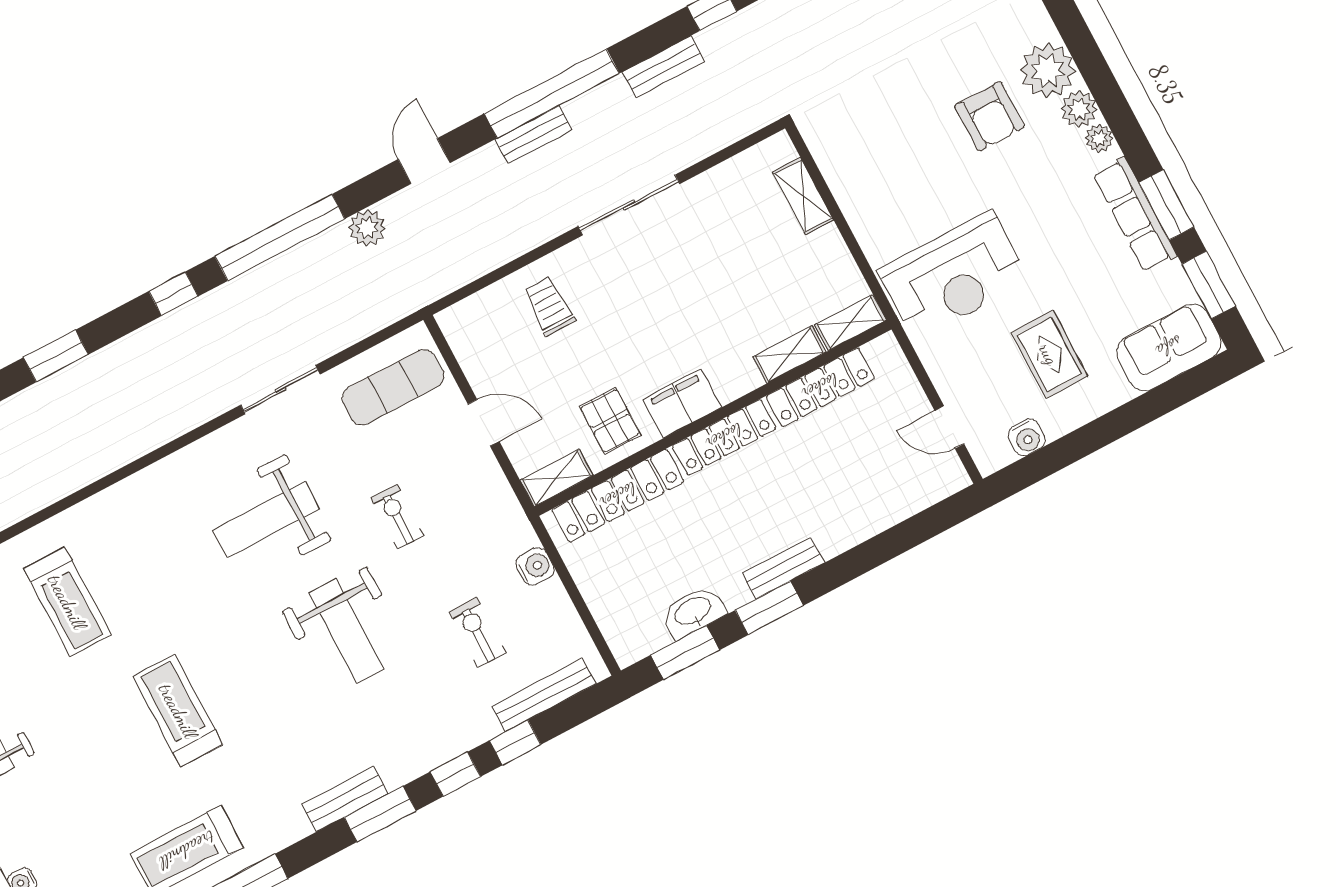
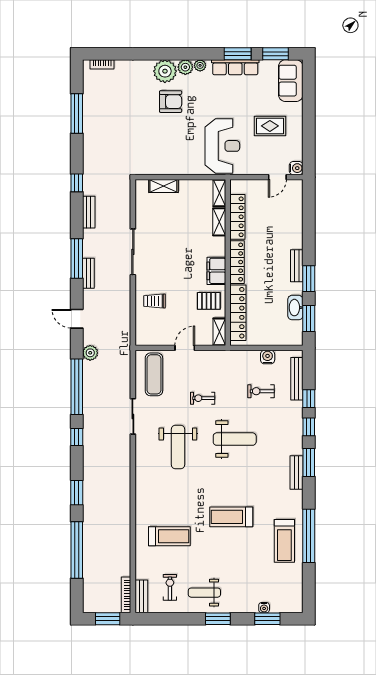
window: (552, 93) -> (77, 259), width x0.68
water cooler: (1027, 437) -> (296, 168), moved
water cooler: (535, 566) -> (268, 357), moved

